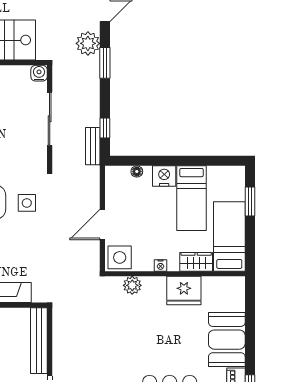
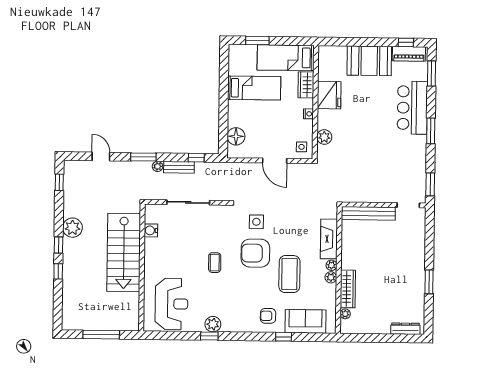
plant: (88, 43) -> (157, 166), moved, width x0.53, depth x0.53
water cooler: (39, 73) -> (151, 230), moved
bench: (93, 146) -> (179, 167), moved
floor lamp: (137, 171) -> (236, 136), width x1.89, depth x1.89
nightstand: (164, 176) -> (236, 110), removed
side table: (120, 257) -> (302, 147), width x0.54, depth x0.54

